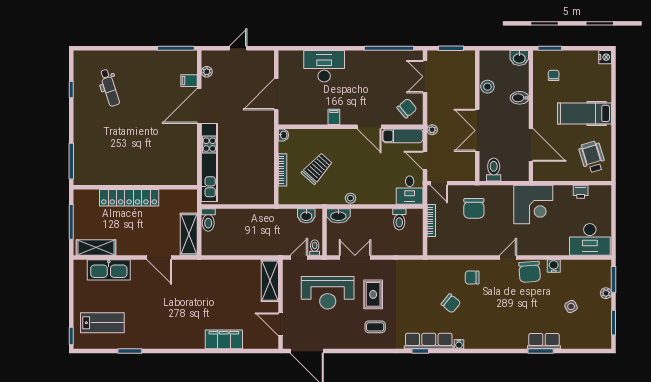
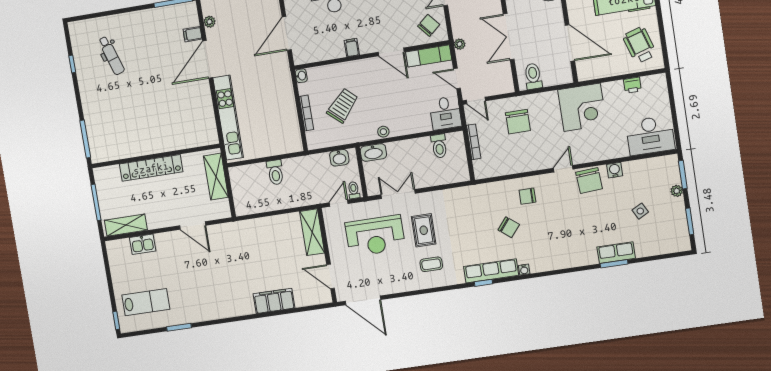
toilet: (208, 220) -> (275, 172), moved
shelving: (189, 234) -> (216, 177), moved
kitchen sink: (109, 270) -> (143, 244), width x0.53, depth x0.81

